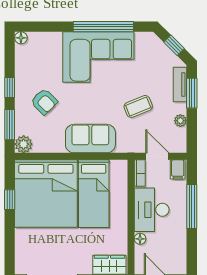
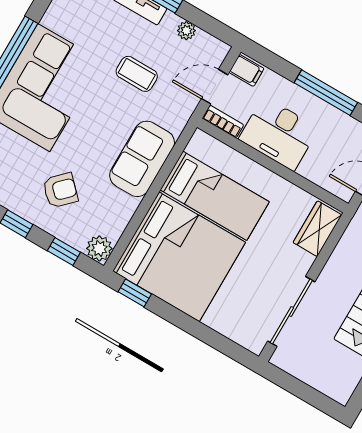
coffee table: (138, 106) -> (137, 74), turned -68
window: (10, 125) -> (64, 252), width x0.67
window: (10, 200) -> (135, 293), moved
window: (192, 206) -> (326, 93), moved
floor lamp: (140, 239) -> (307, 170), removed

